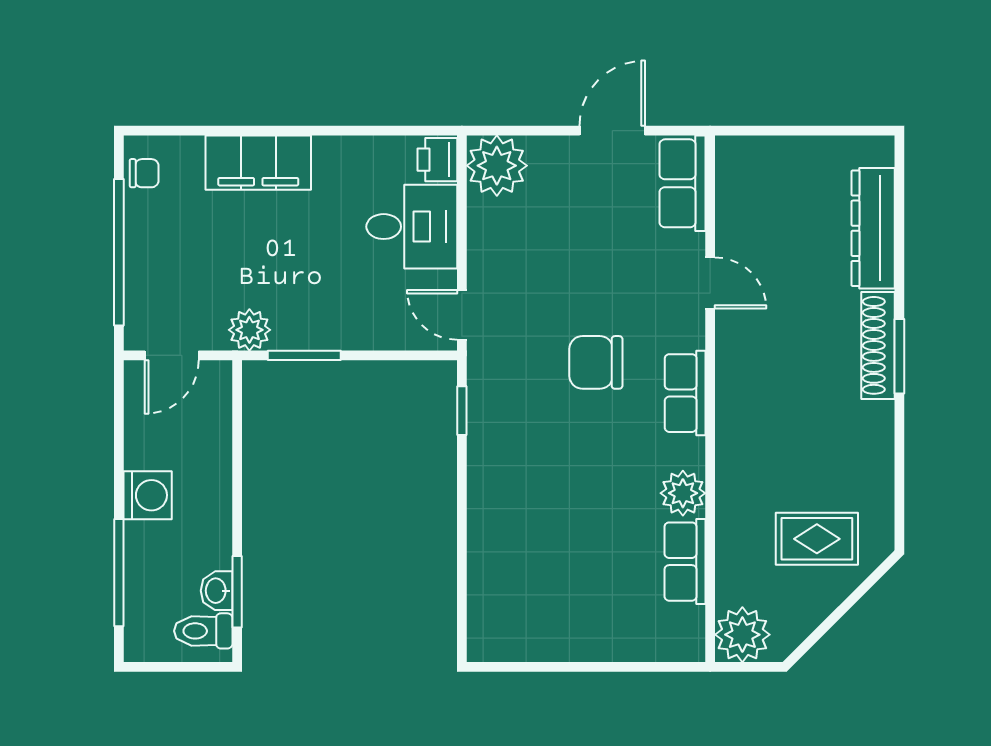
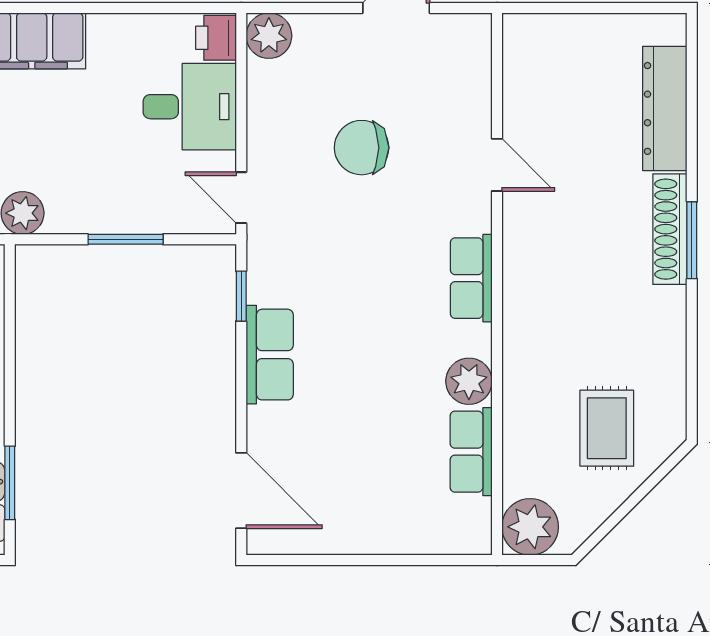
plant: (497, 166) -> (269, 36), width x0.73, depth x0.73
row of seats: (683, 183) -> (270, 355), moved, turned 180
window: (304, 355) -> (126, 239), moved
chair: (596, 362) -> (362, 148), moved
rug: (817, 539) -> (607, 428), turned 90
door: (462, 599) -> (241, 490), added

